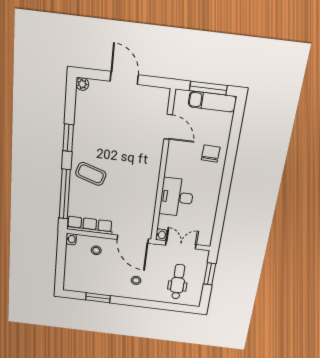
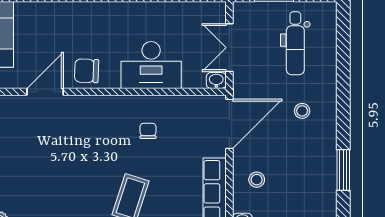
chair: (211, 154) -> (87, 71), moved
chair: (134, 190) -> (148, 131), added
dental chair: (178, 282) -> (295, 43), turned -90

